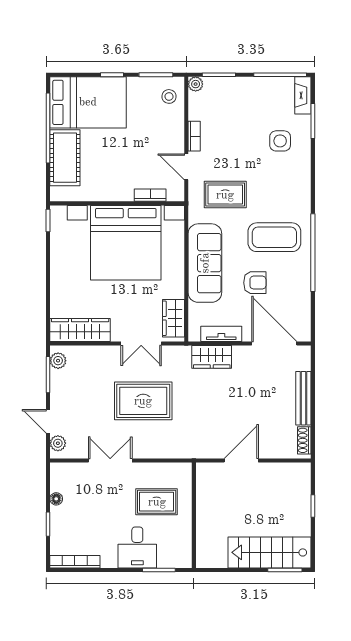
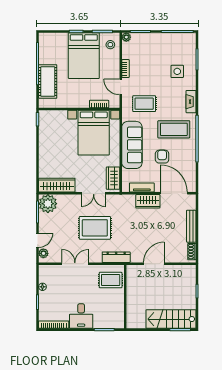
fireplace: (303, 95) -> (191, 102), moved
bed: (88, 102) -> (84, 56), moved, turned 90
bed with nightstands: (126, 243) -> (94, 133), width x0.73
armchair: (255, 283) -> (162, 157), turned -90
wardrobe: (212, 357) -> (148, 201), moved
plant: (58, 361) -> (48, 204), width x1.87, depth x1.87
door: (48, 421) -> (38, 240), swing flipped
dresser: (179, 450) -> (116, 257), added
rug: (157, 502) -> (111, 280), moved
desk: (137, 547) -> (81, 316), moved

